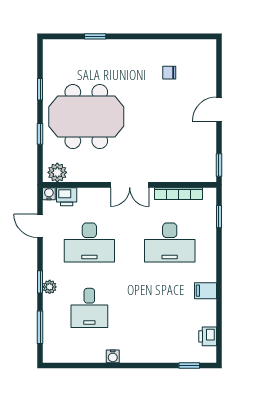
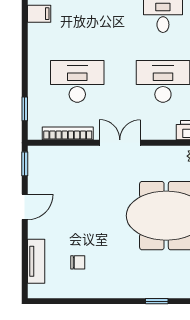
tv unit: (208, 74) -> (36, 261), added
door: (219, 109) -> (25, 207), moved
filing cabinet: (205, 291) -> (39, 14), moved

